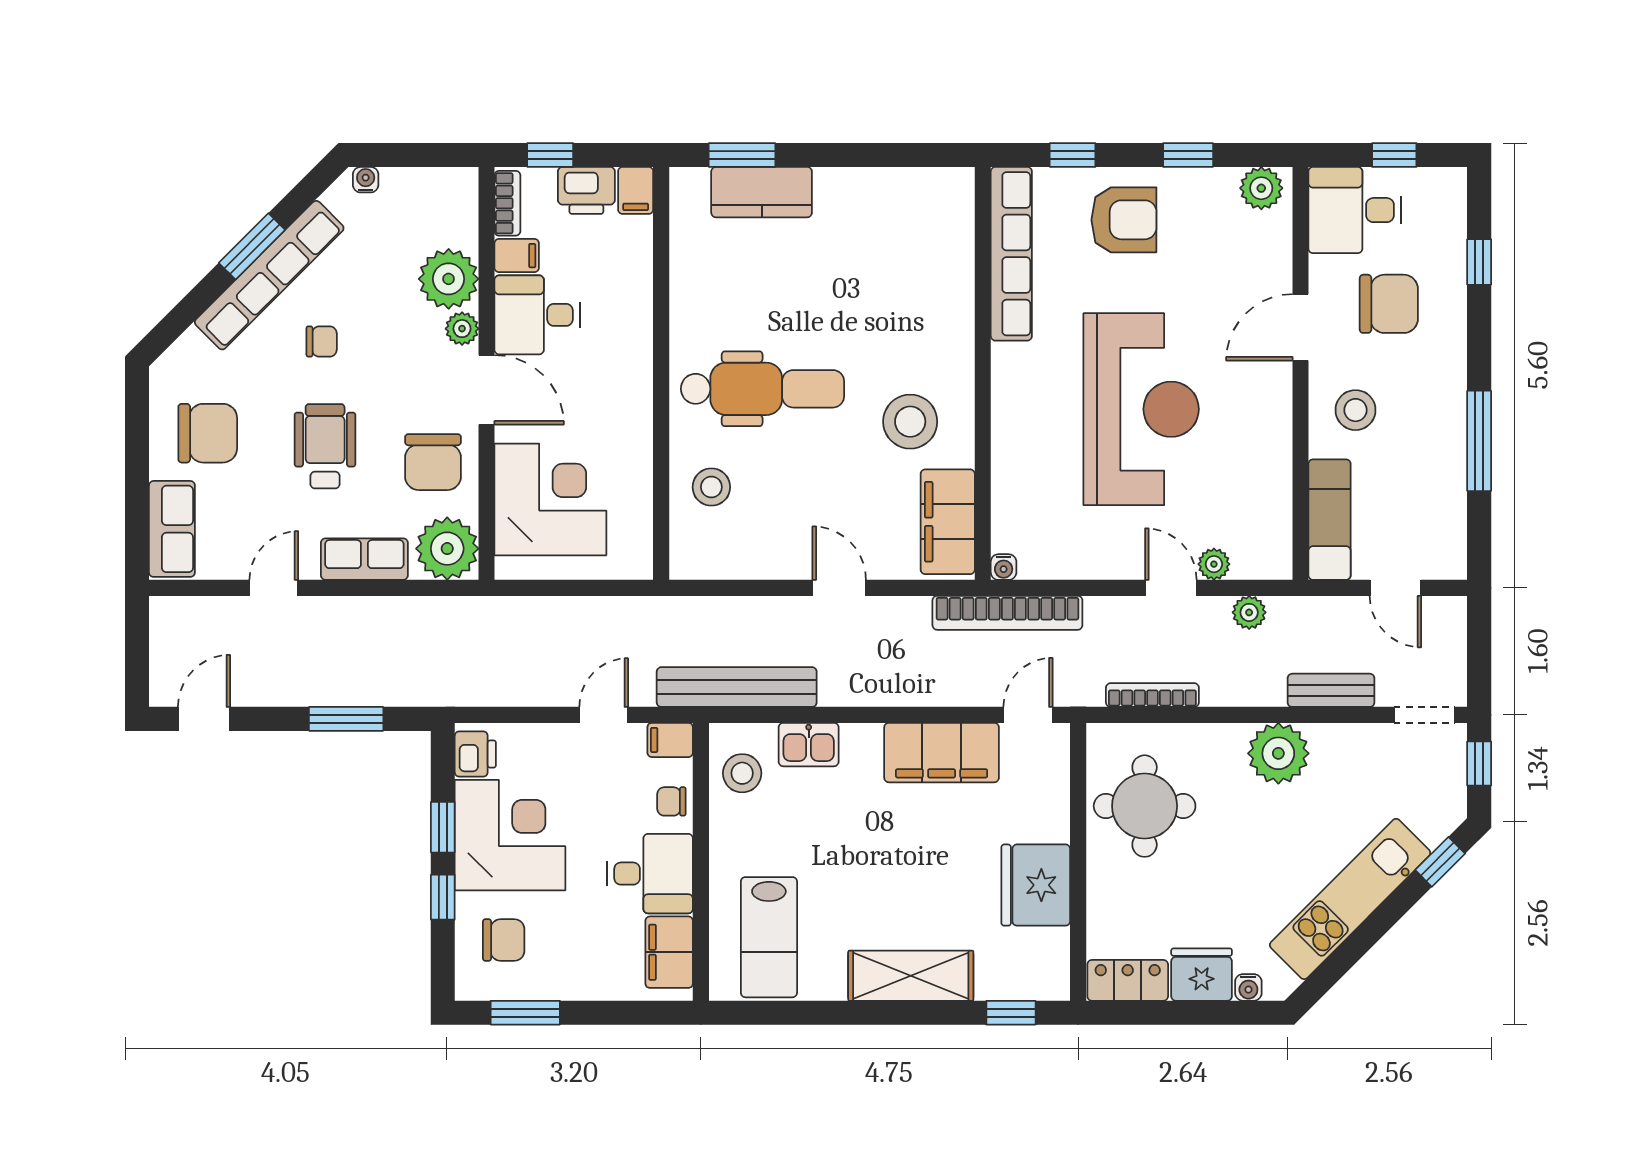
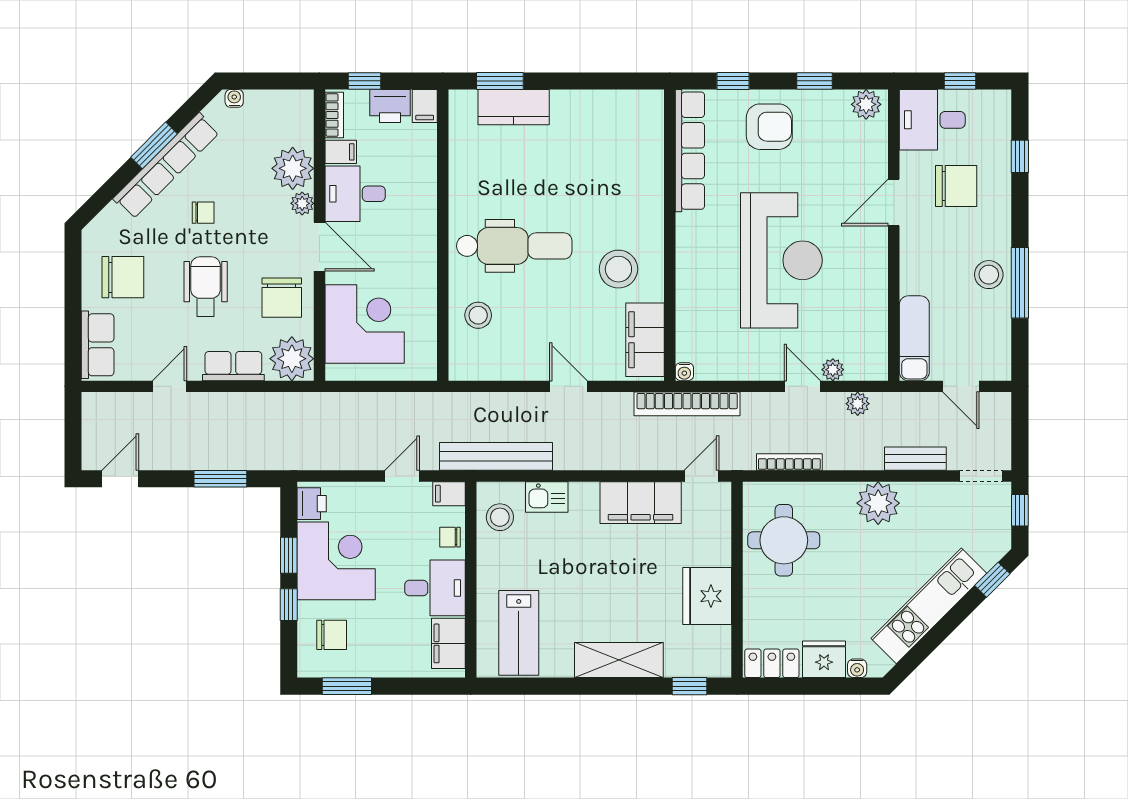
stool: (1355, 410) -> (989, 275), moved

